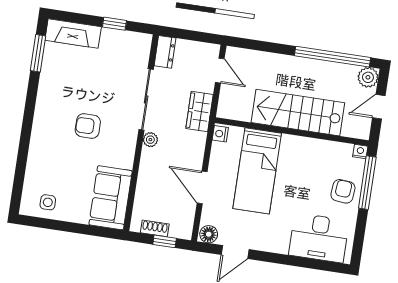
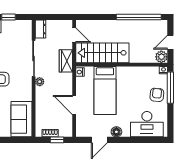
plant: (368, 77) -> (161, 57), moved
stairs: (298, 113) -> (102, 53), moved
floor lamp: (209, 234) -> (116, 132), moved

